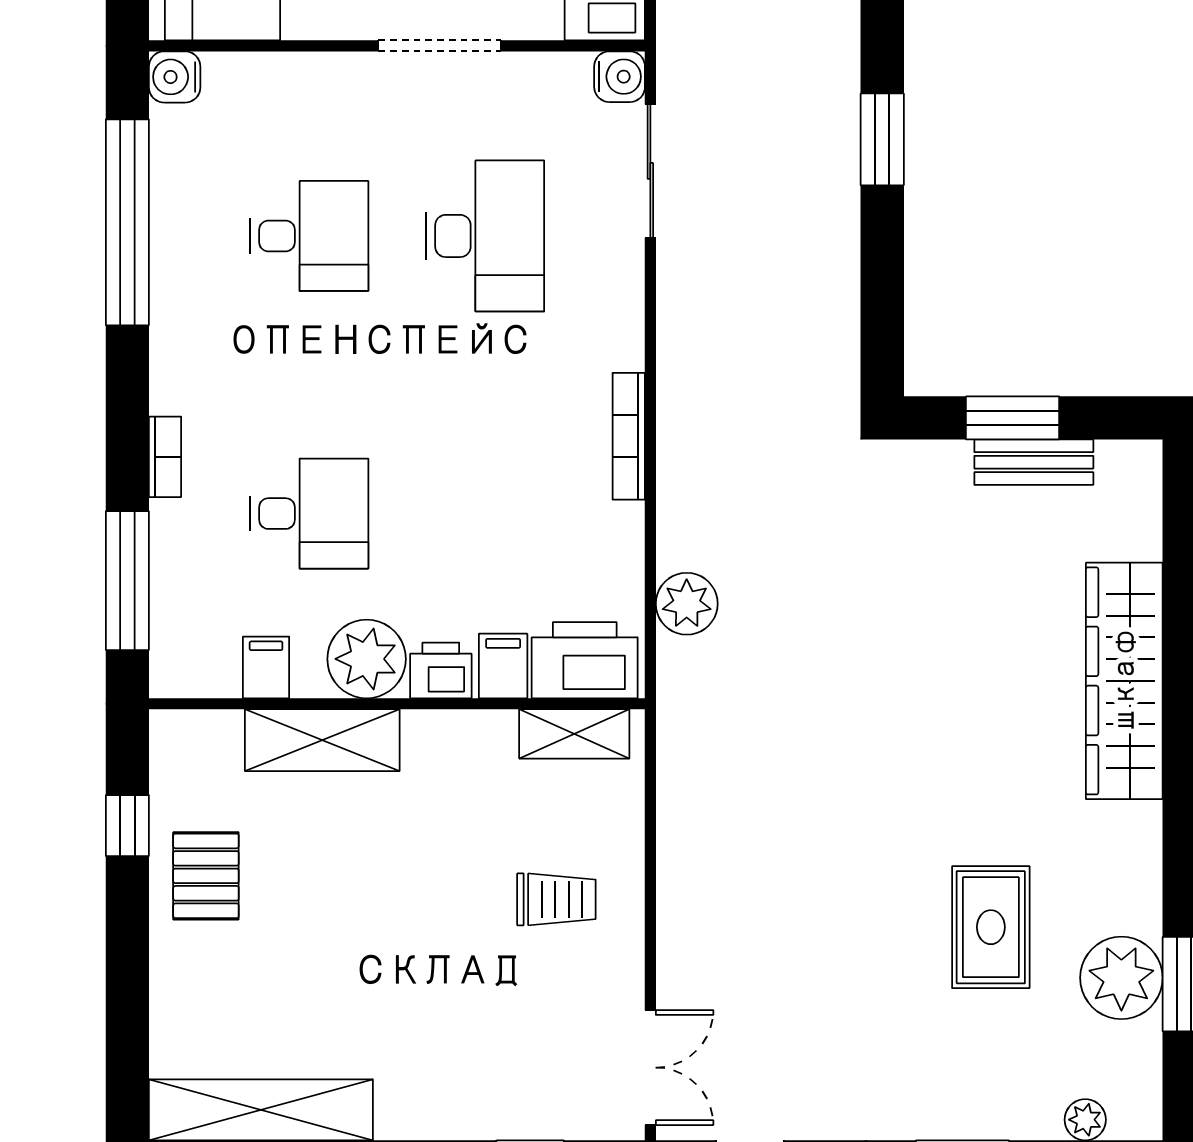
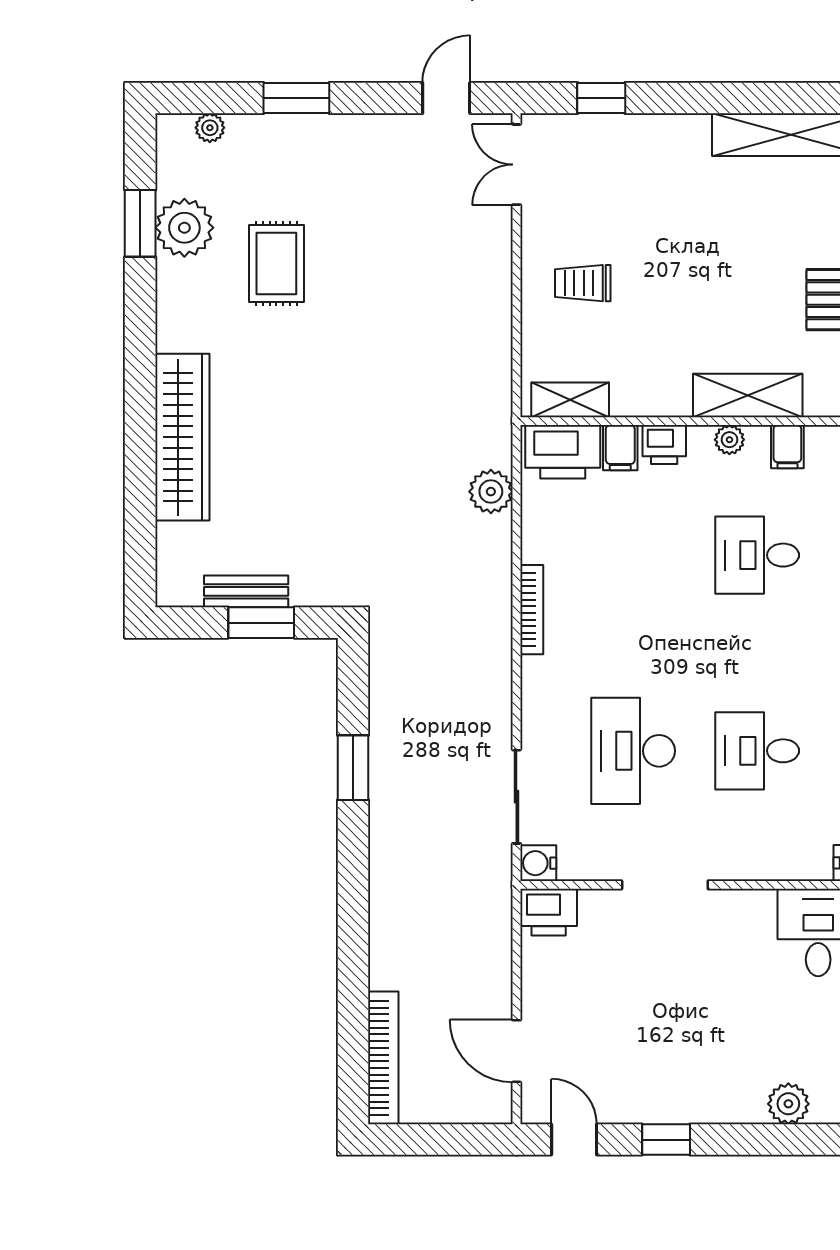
window: (882, 139) -> (353, 768), moved
plant: (367, 659) -> (729, 440), width x0.53, depth x0.53

